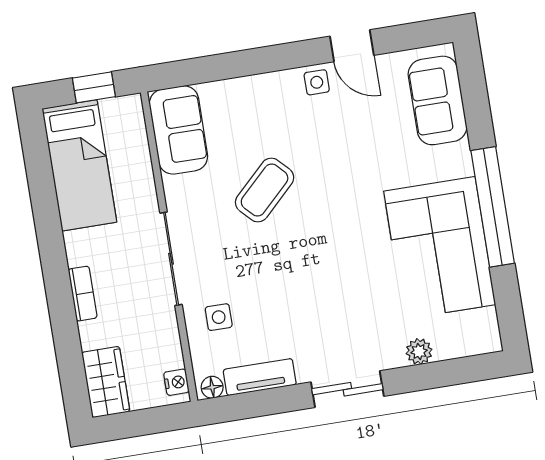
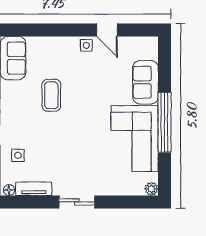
sofa: (438, 100) -> (145, 82), moved
coffee table: (265, 190) -> (51, 95), turned -46
plant: (419, 351) -> (151, 189), moved

